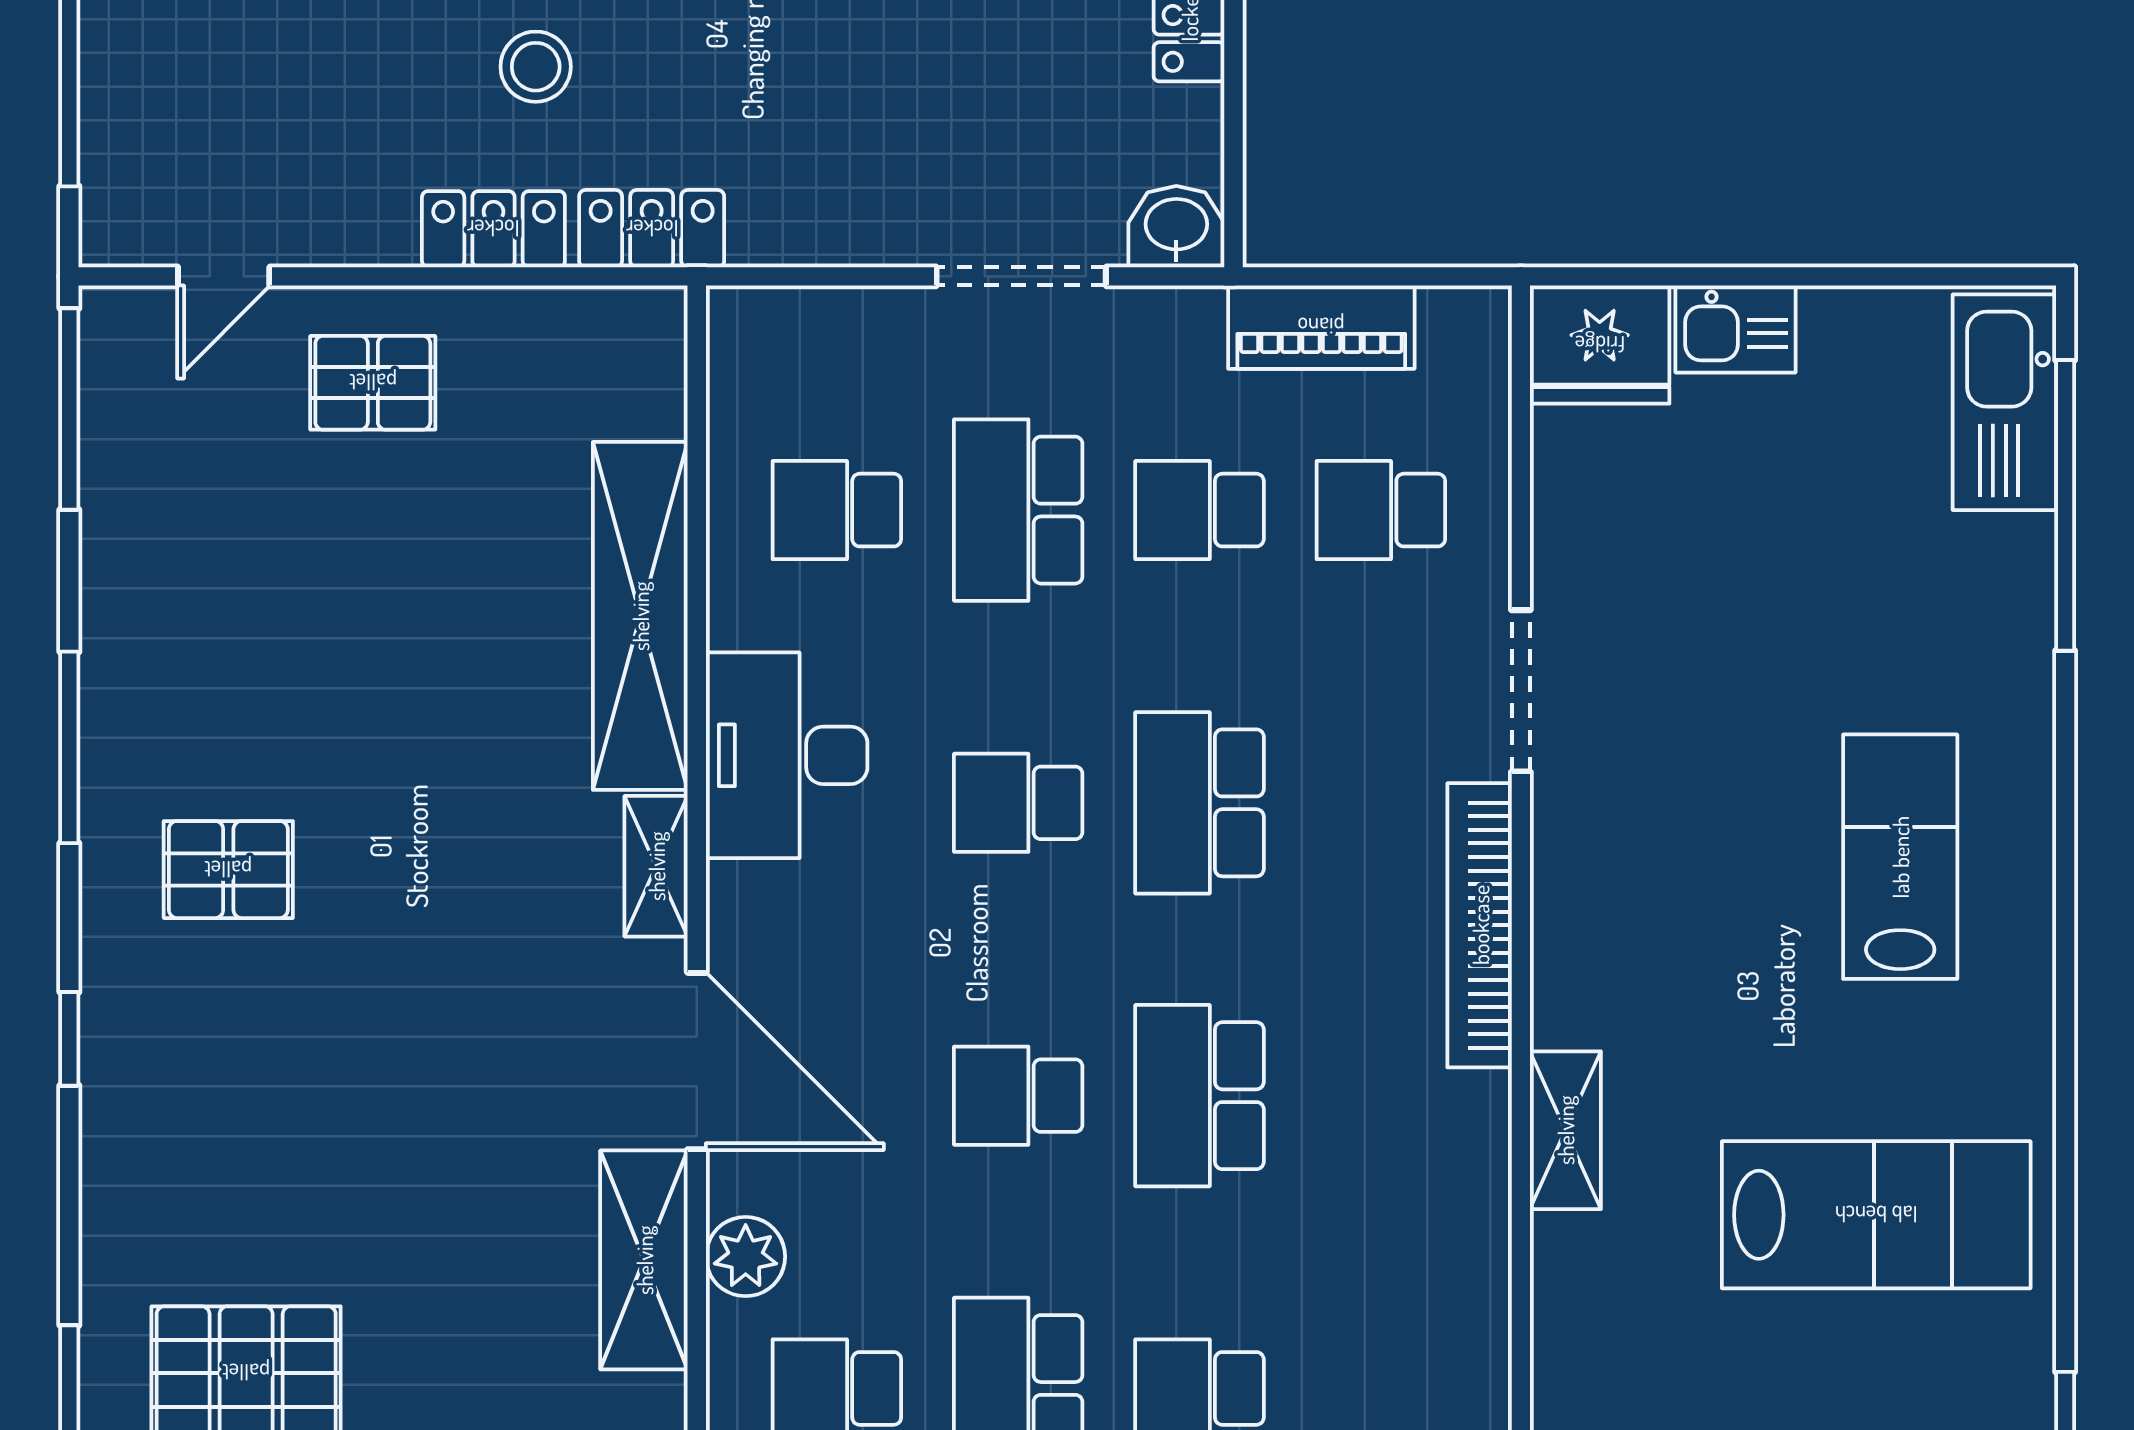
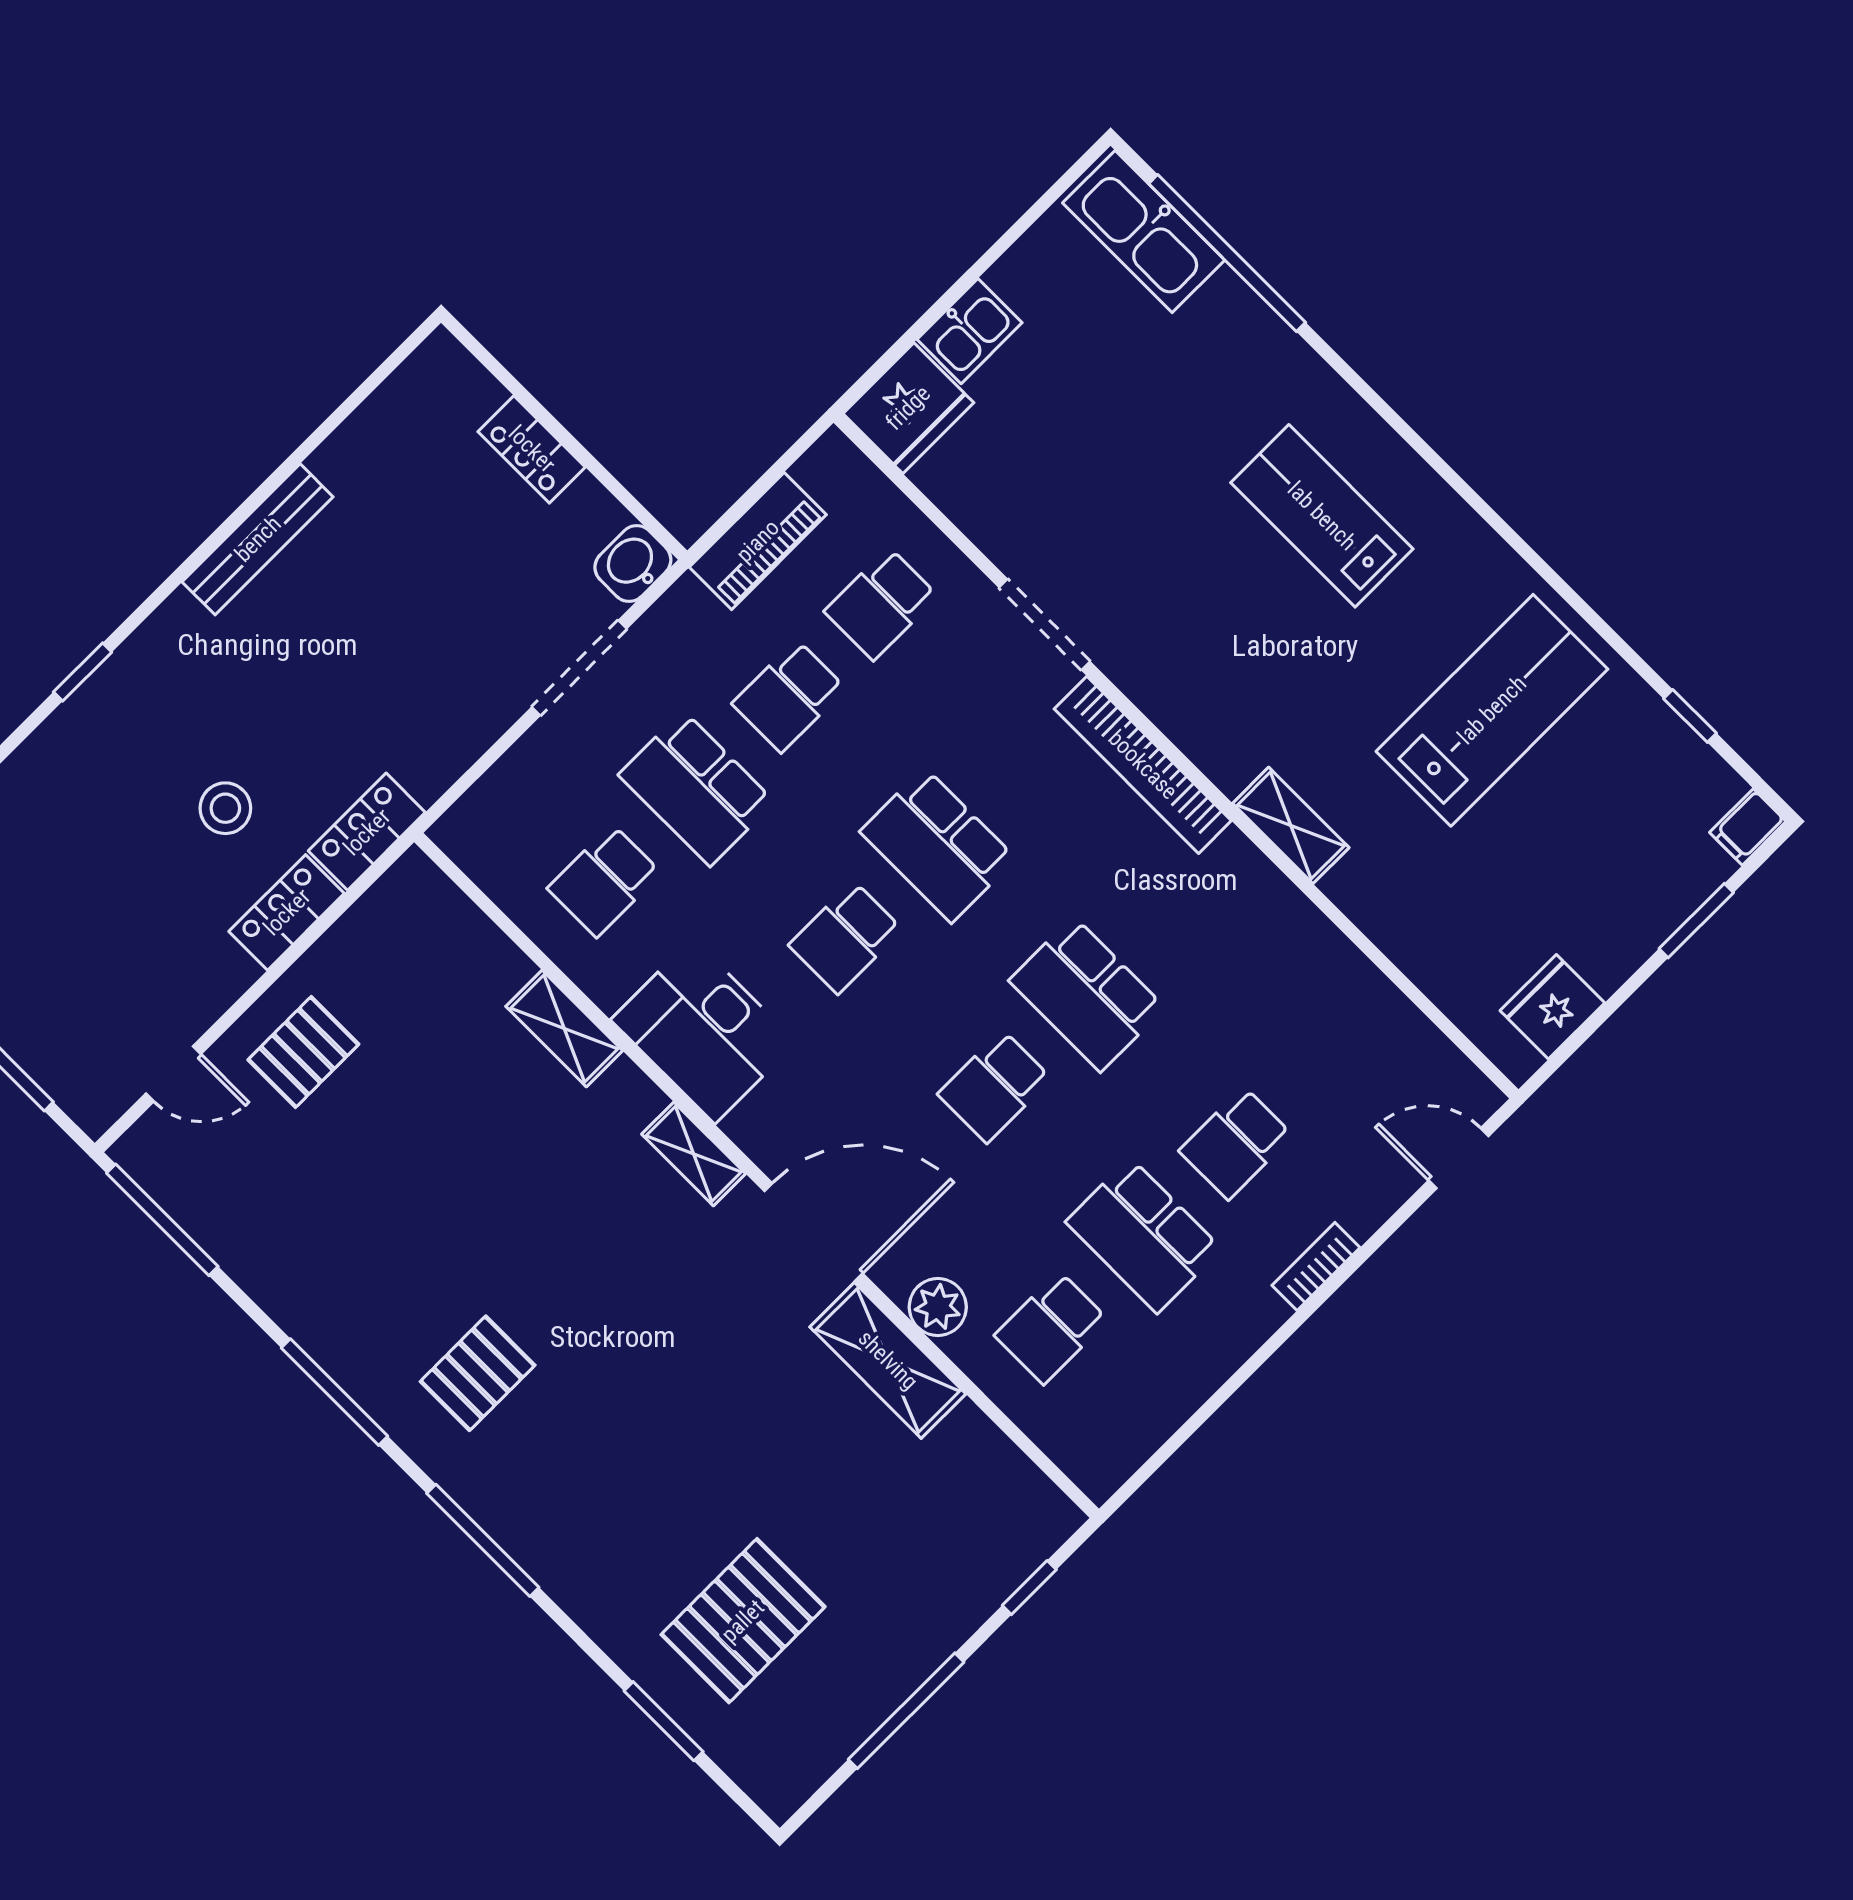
door: (224, 276) -> (173, 1074), hinge flipped
shelving: (640, 616) -> (564, 1028), width x0.45, depth x0.75
window: (69, 1039) -> (483, 1540), width x2.17

